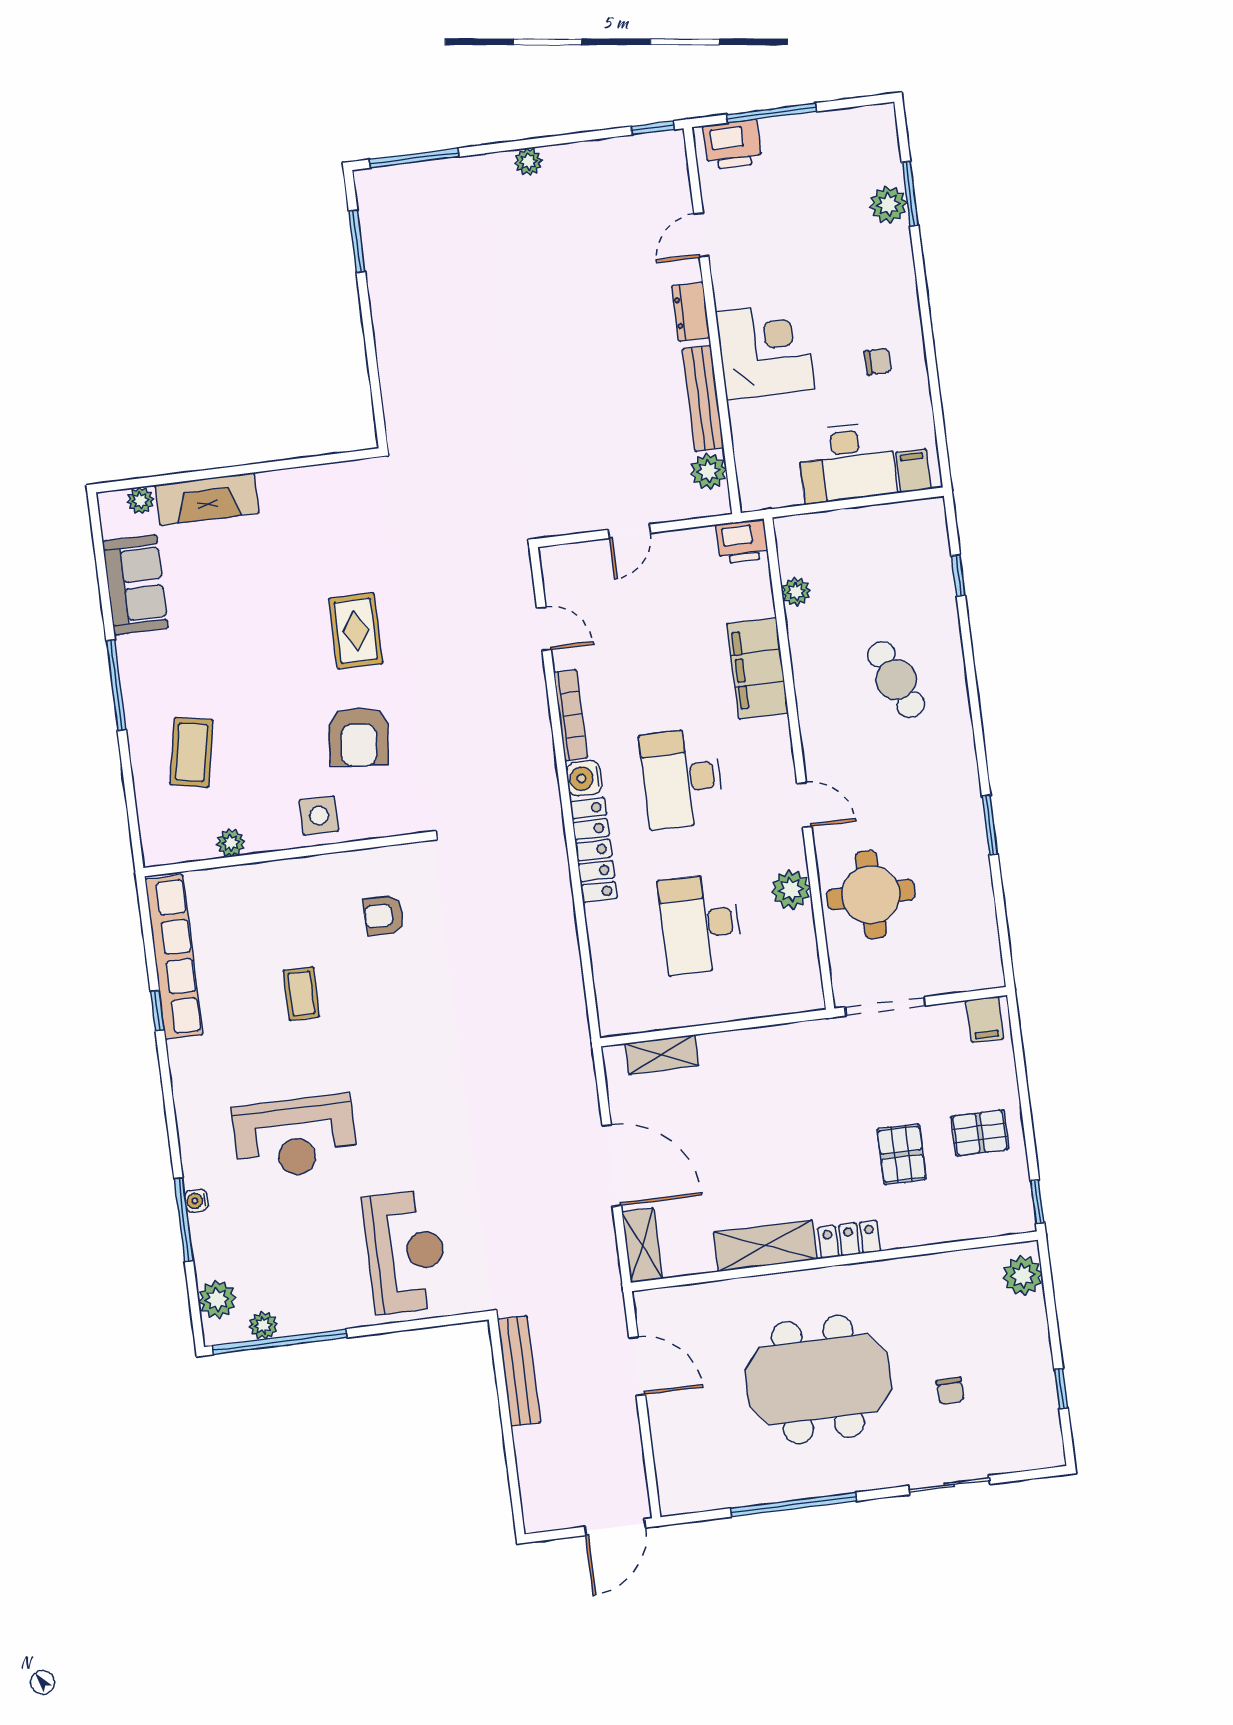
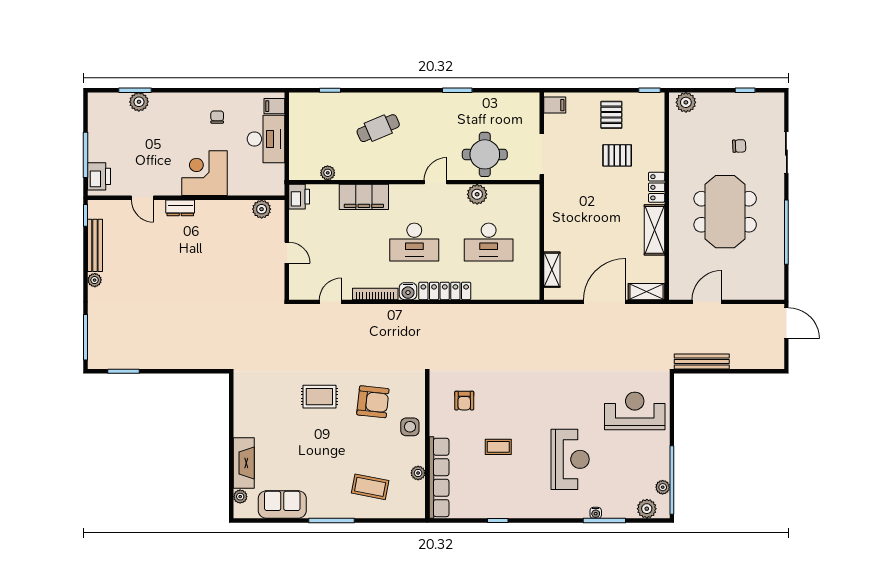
bench: (703, 398) -> (95, 245), moved, turned 90
row of seats: (174, 957) -> (439, 477), moved, turned 90

